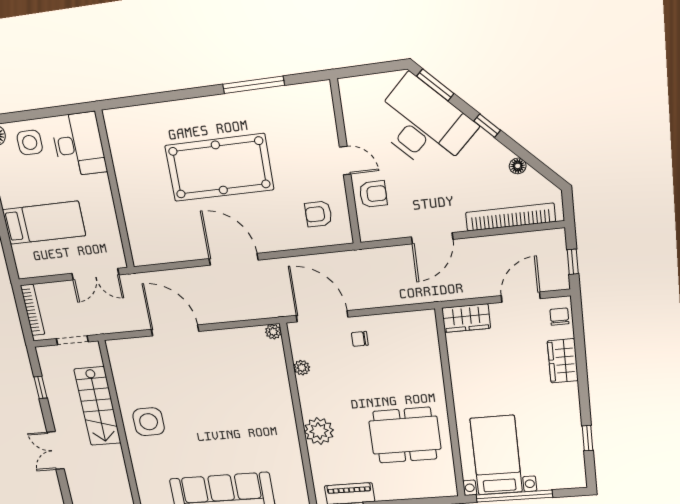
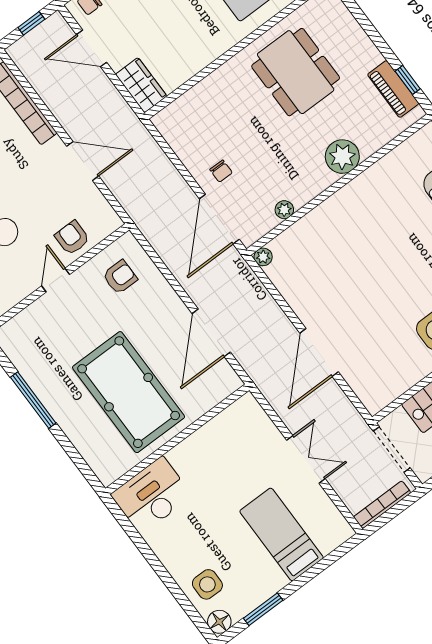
desk: (79, 144) -> (152, 495), moved
wall: (115, 190) -> (177, 439), moved
armchair: (318, 214) -> (120, 277), turned -90
doorway: (72, 340) -> (392, 450), width x1.38

